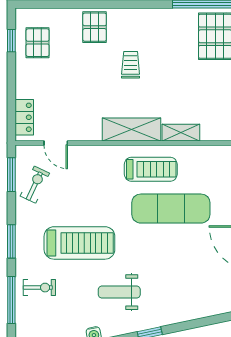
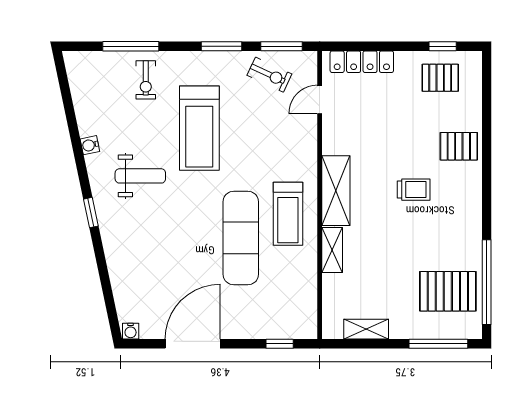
locker: (24, 117) -> (362, 62), width x1.53
window: (11, 241) -> (222, 46), moved
weight bench: (119, 292) -> (140, 176), turned 90

